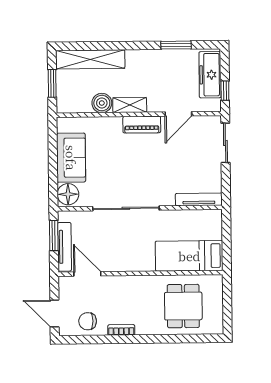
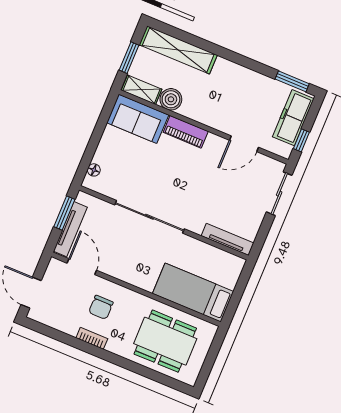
window: (176, 45) -> (292, 81), moved
shelving: (130, 105) -> (142, 90), moved
piano: (142, 125) -> (186, 132), moved
sofa: (71, 158) -> (138, 119), moved, turned 90
floor lamp: (68, 194) -> (94, 170), width x0.53, depth x0.53
dining table: (183, 306) -> (165, 341), width x1.37
chair: (88, 321) -> (101, 307), moved, turned -90

